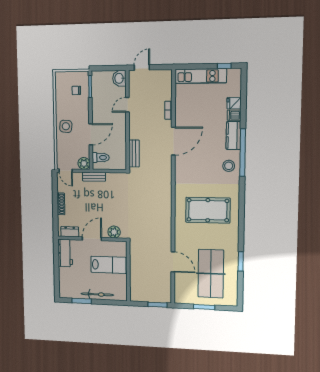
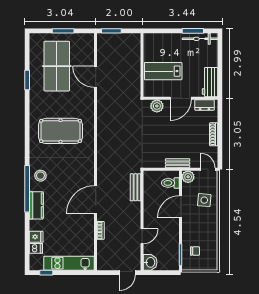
dishwasher: (234, 115) -> (36, 248), moved
side table: (66, 126) -> (204, 200), moved
bicycle: (97, 294) -> (200, 39), moved

